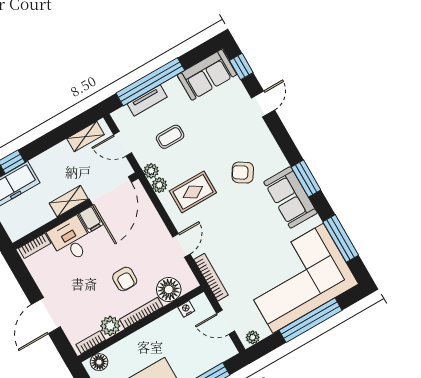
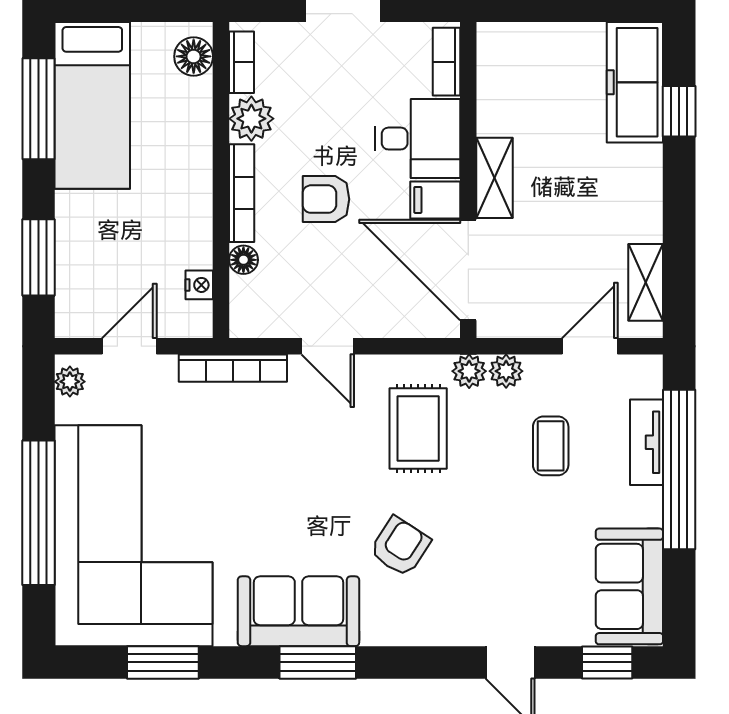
door: (110, 191) -> (468, 270), moved
shelving: (69, 201) -> (495, 178), moved
wall: (75, 211) -> (468, 180), moved
filing cabinet: (91, 219) -> (435, 200), moved
window: (341, 239) -> (163, 662), width x0.69
desk: (71, 240) -> (418, 139), moved
bookcase: (35, 246) -> (447, 62), moved
floor lamp: (169, 290) -> (243, 260), width x0.53, depth x0.53

